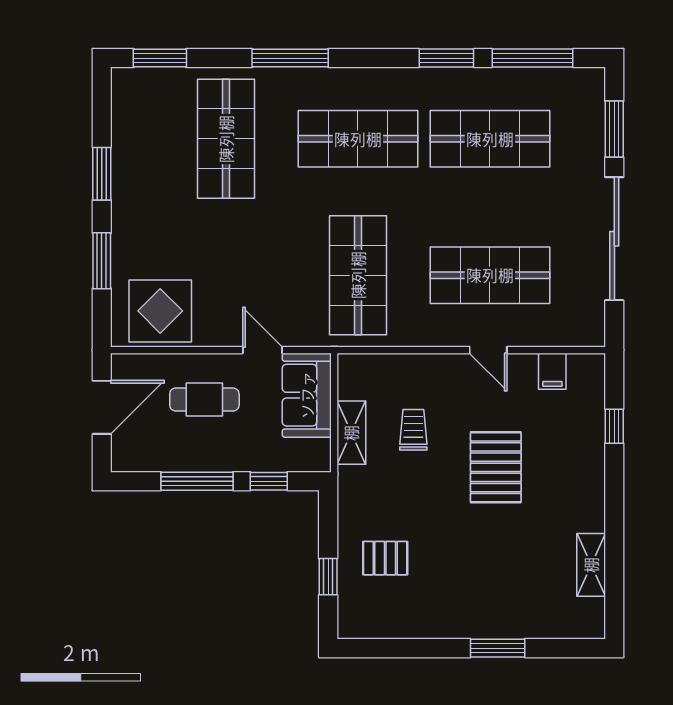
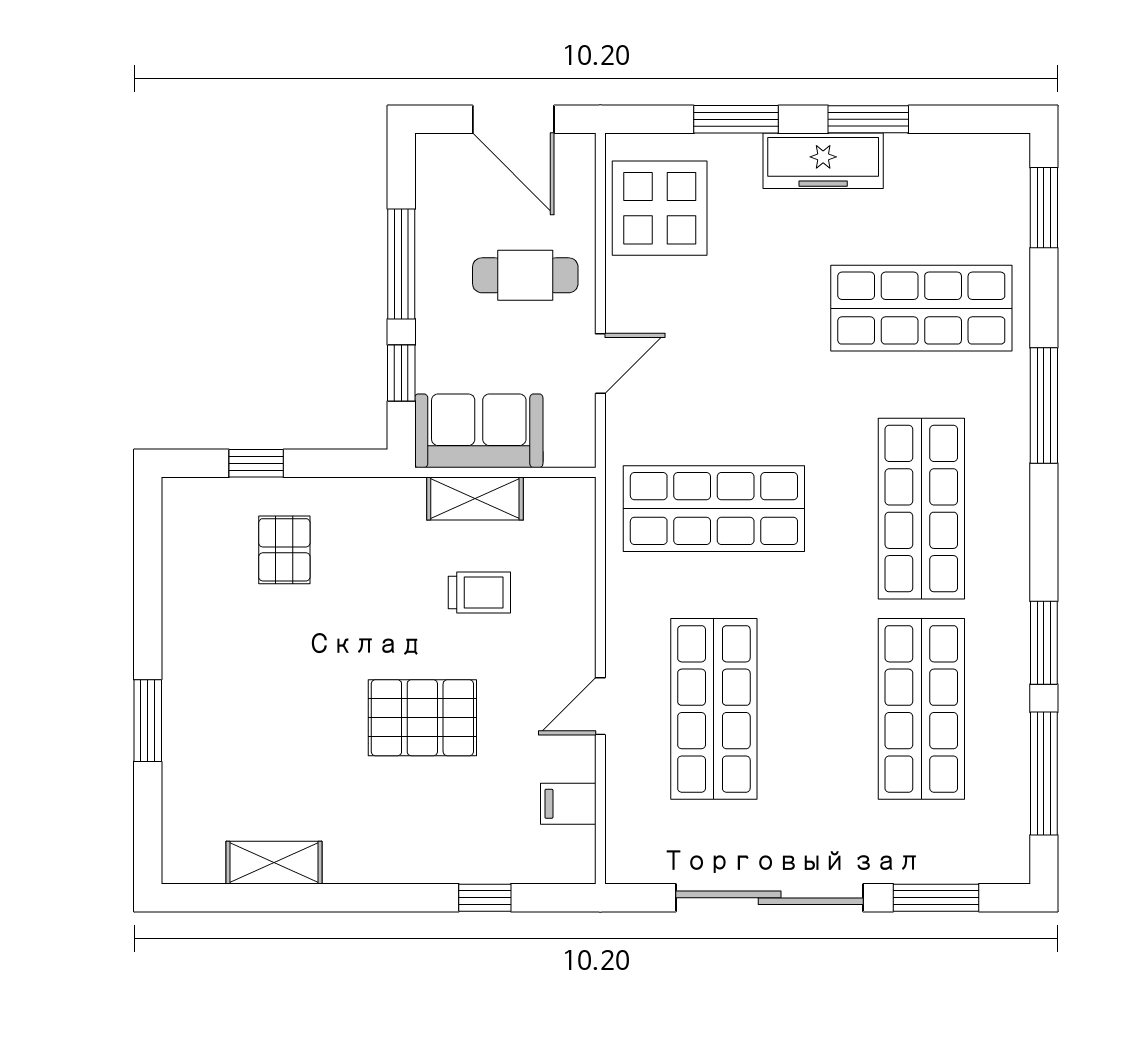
freezer: (129, 203) -> (823, 161), added
sofa: (307, 395) -> (479, 431), moved
cafe table: (204, 399) -> (525, 275), turned 90

